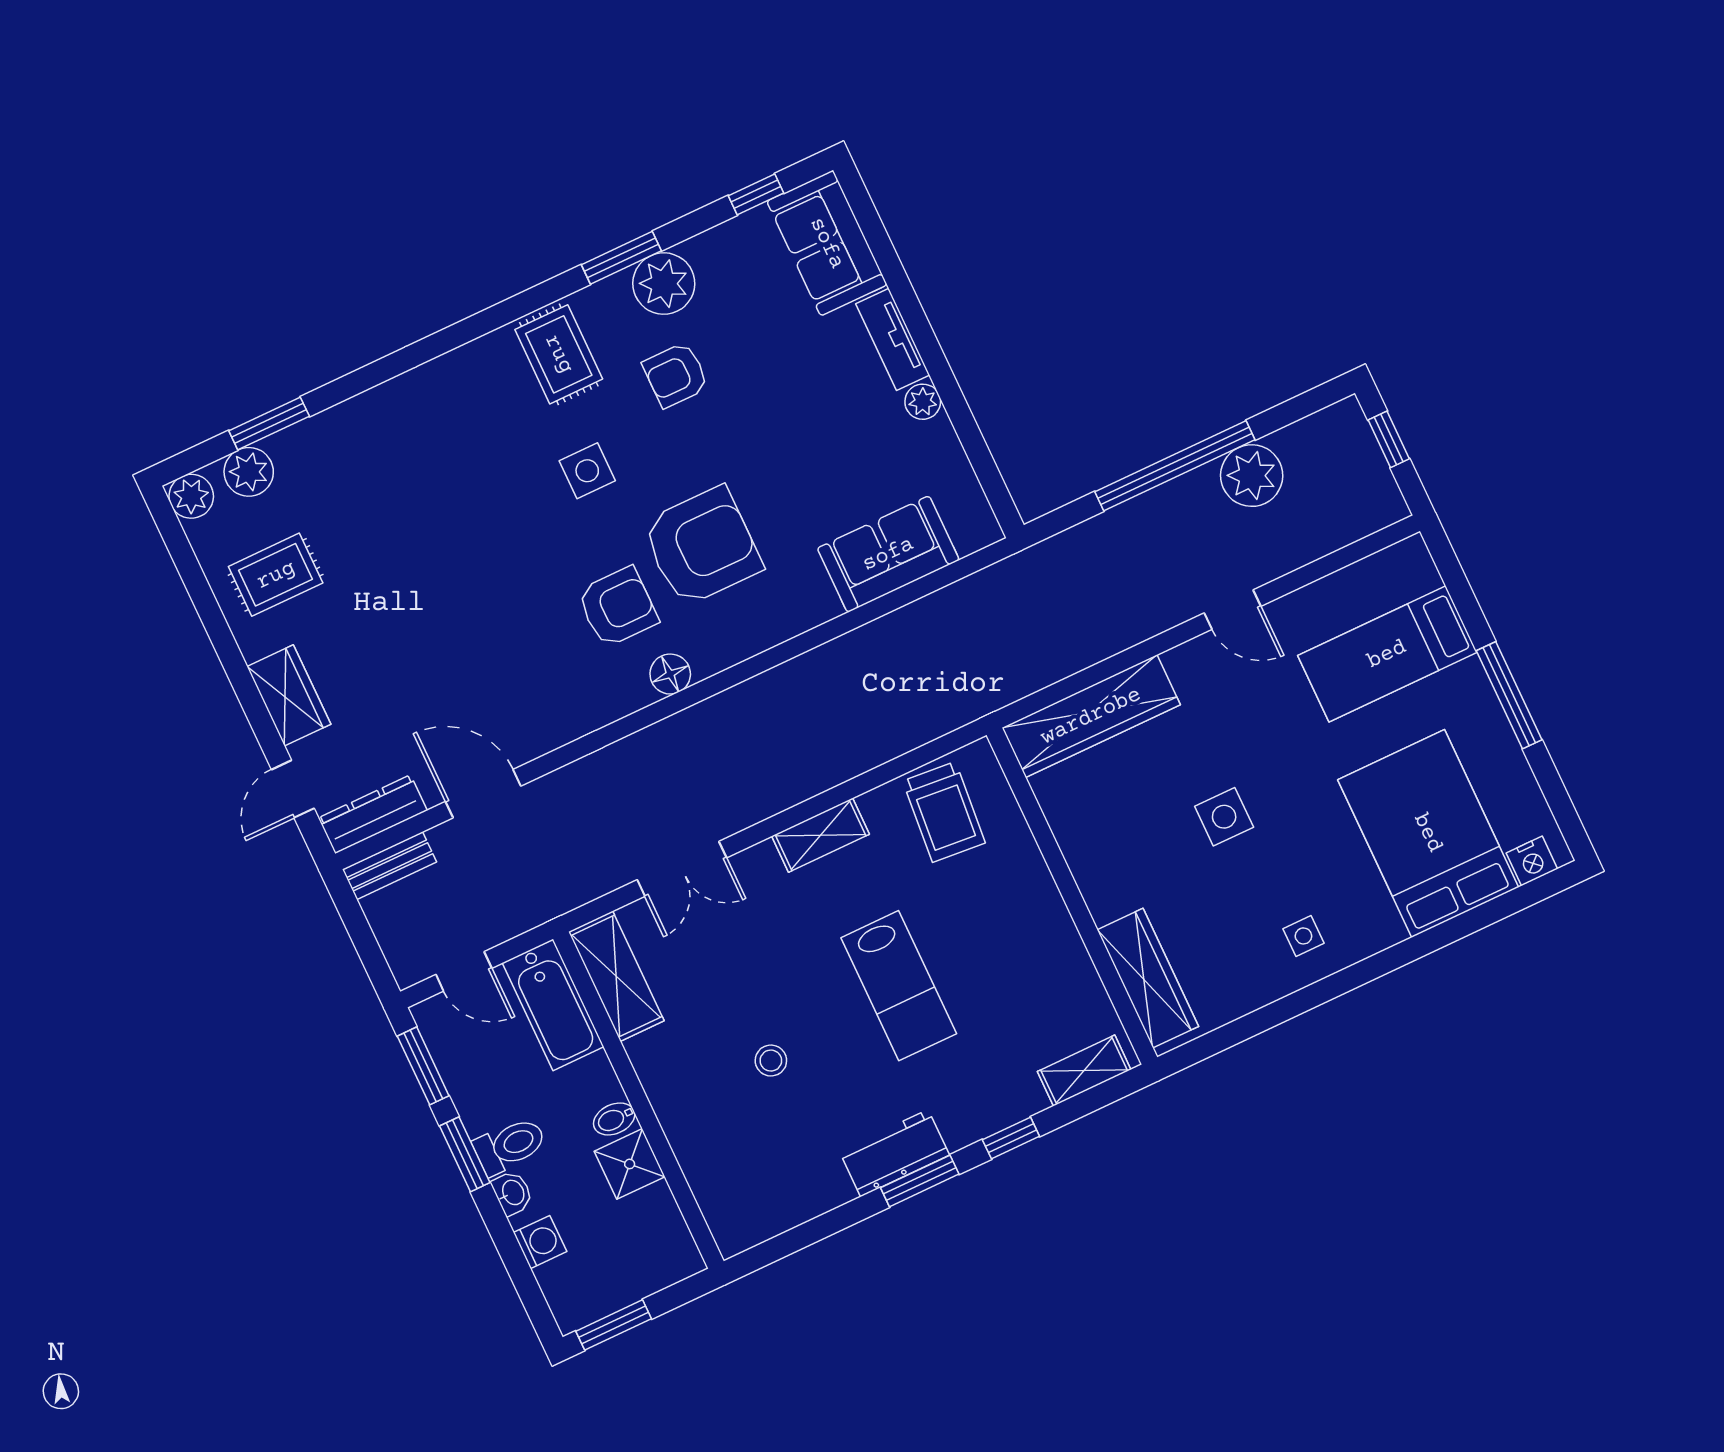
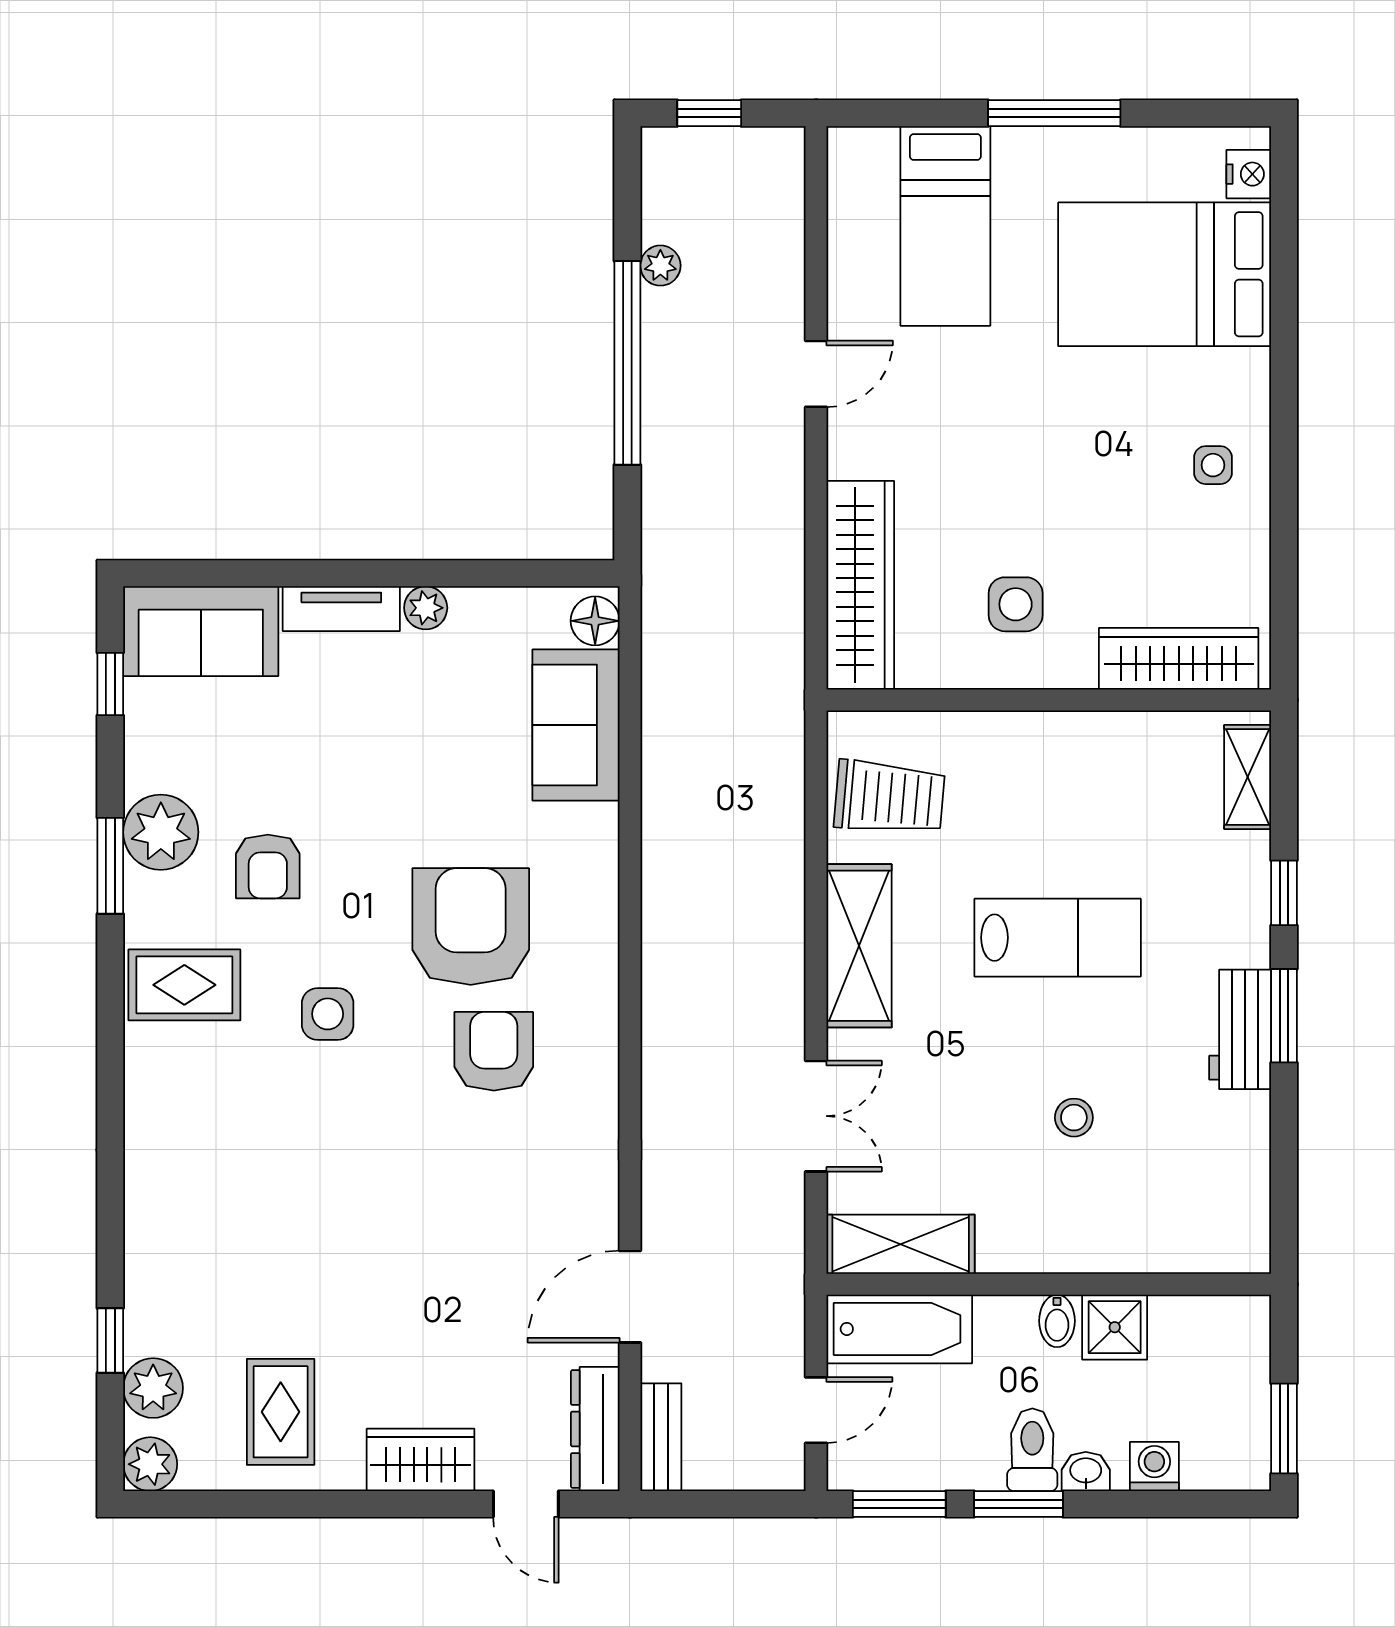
window: (269, 423) -> (110, 1340), width x0.67
plant: (1252, 476) -> (660, 266), width x0.53, depth x0.53
floor lamp: (670, 674) -> (595, 621), moved
side table: (1224, 817) -> (1016, 604), moved
shelving: (820, 835) -> (859, 946), width x1.50, depth x1.33

